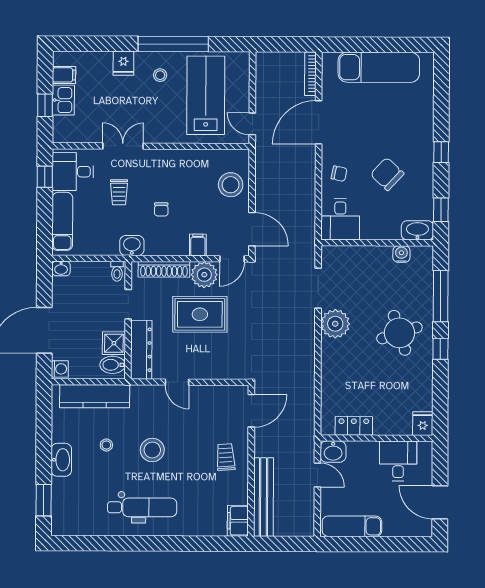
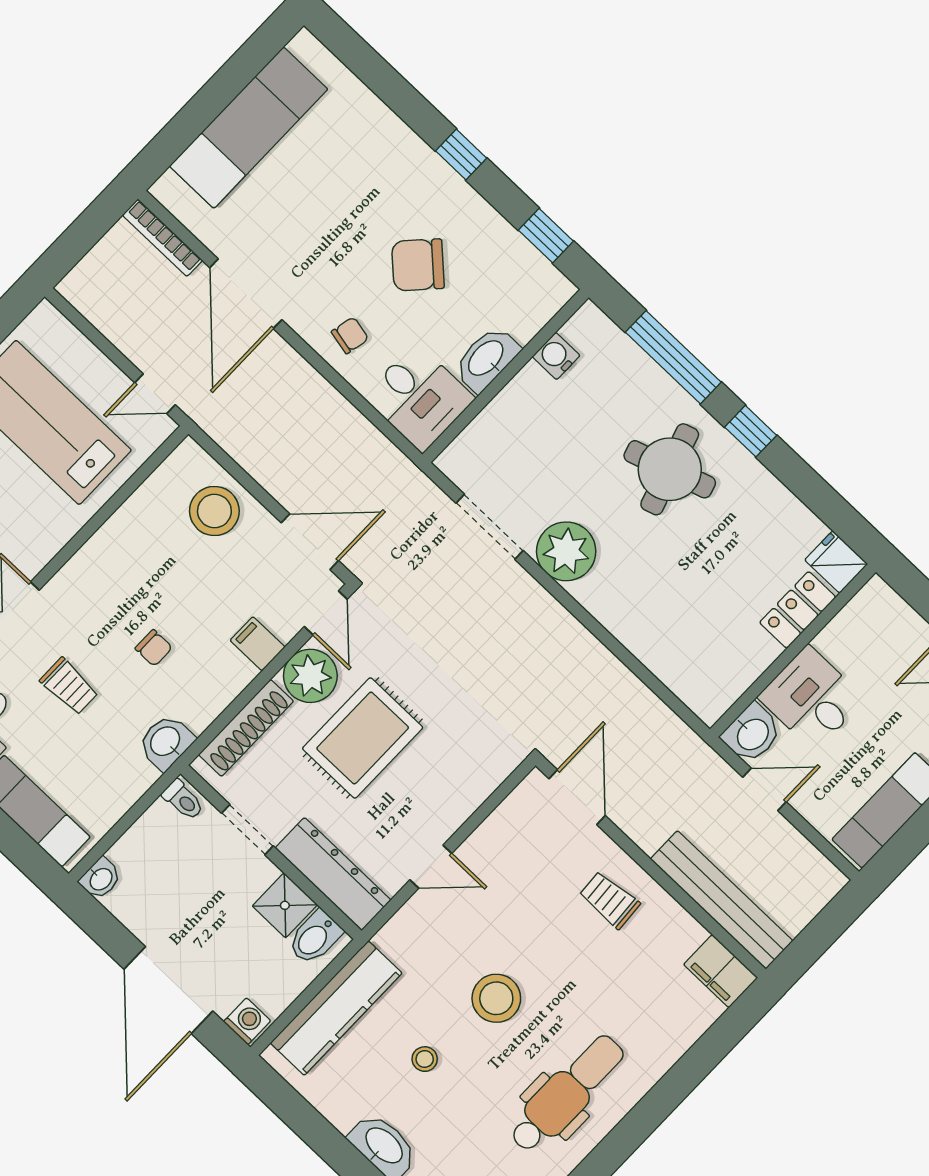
washbasin: (417, 230) -> (487, 359), moved
locker: (354, 426) -> (798, 610), moved
desk: (398, 461) -> (811, 698), moved

